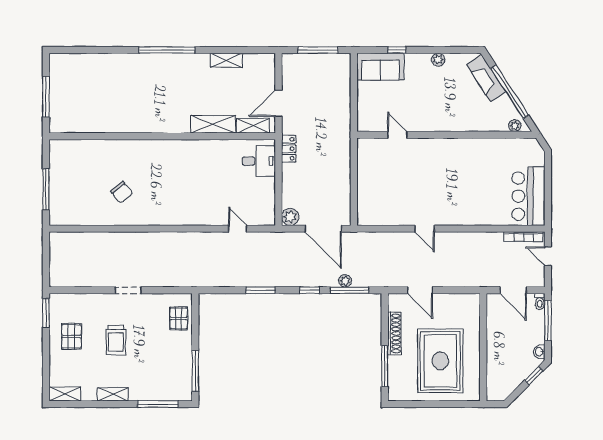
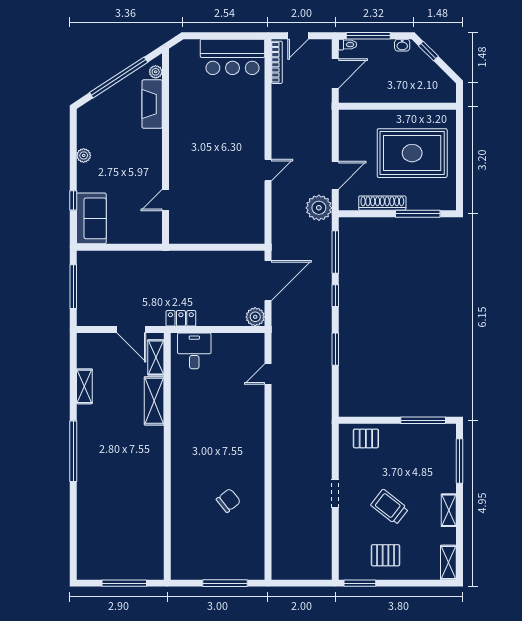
fireplace: (486, 78) -> (152, 104), moved, turned 123
plant: (345, 281) -> (319, 208), moved, width x1.87, depth x1.87
trolley: (116, 340) -> (390, 507), turned -142

